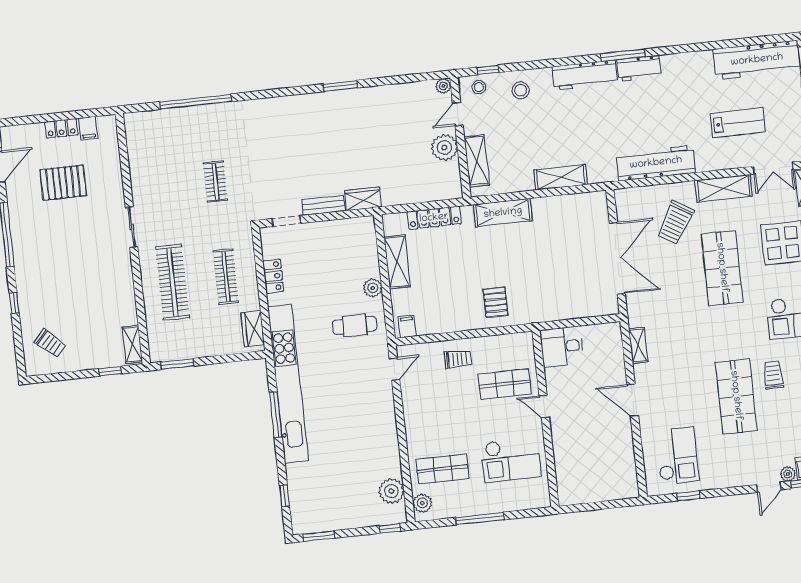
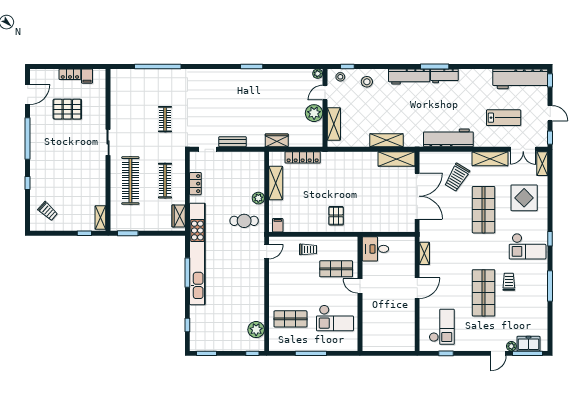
wardrobe: (363, 199) -> (277, 140), moved
shelving: (503, 213) -> (396, 159), moved
door: (633, 400) -> (417, 288), swing flipped
plant: (422, 503) -> (275, 339), removed

